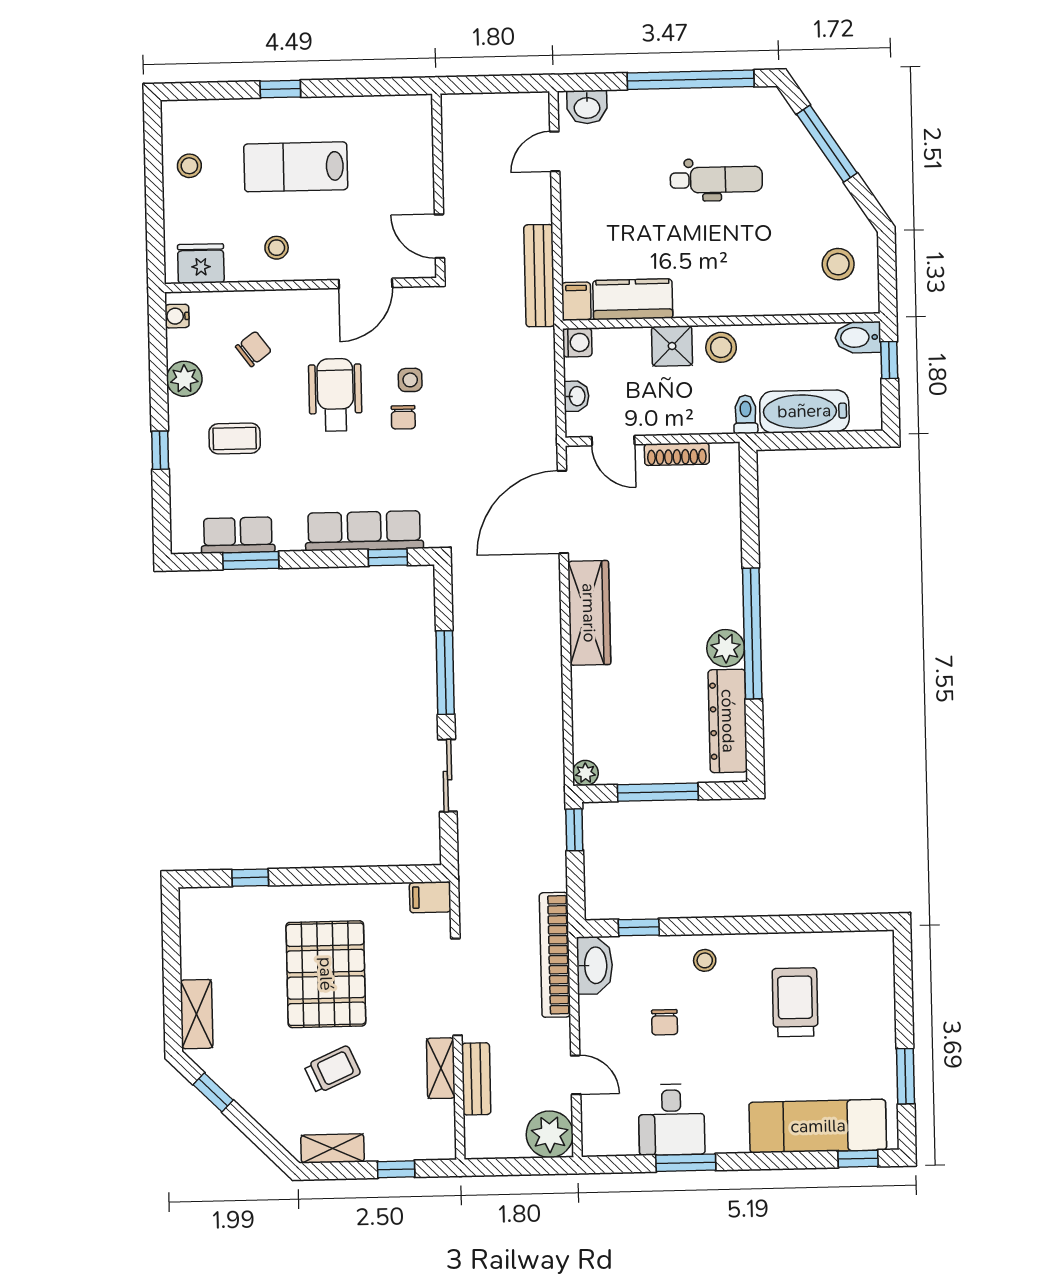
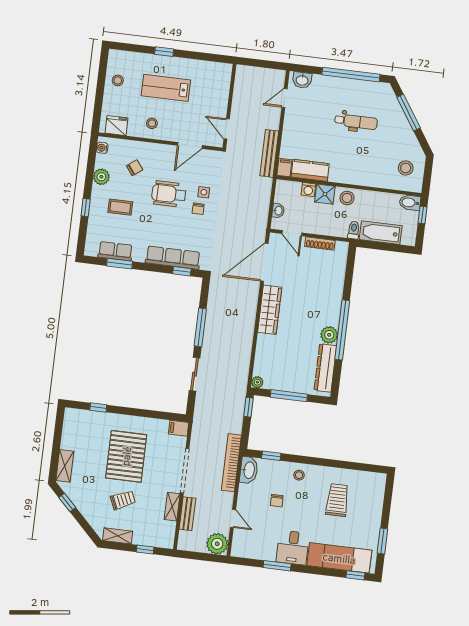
washing machine: (577, 342) -> (308, 190), moved, turned 90
wheelchair: (335, 395) -> (169, 194), turned -90
desk: (672, 1120) -> (293, 548), moved

